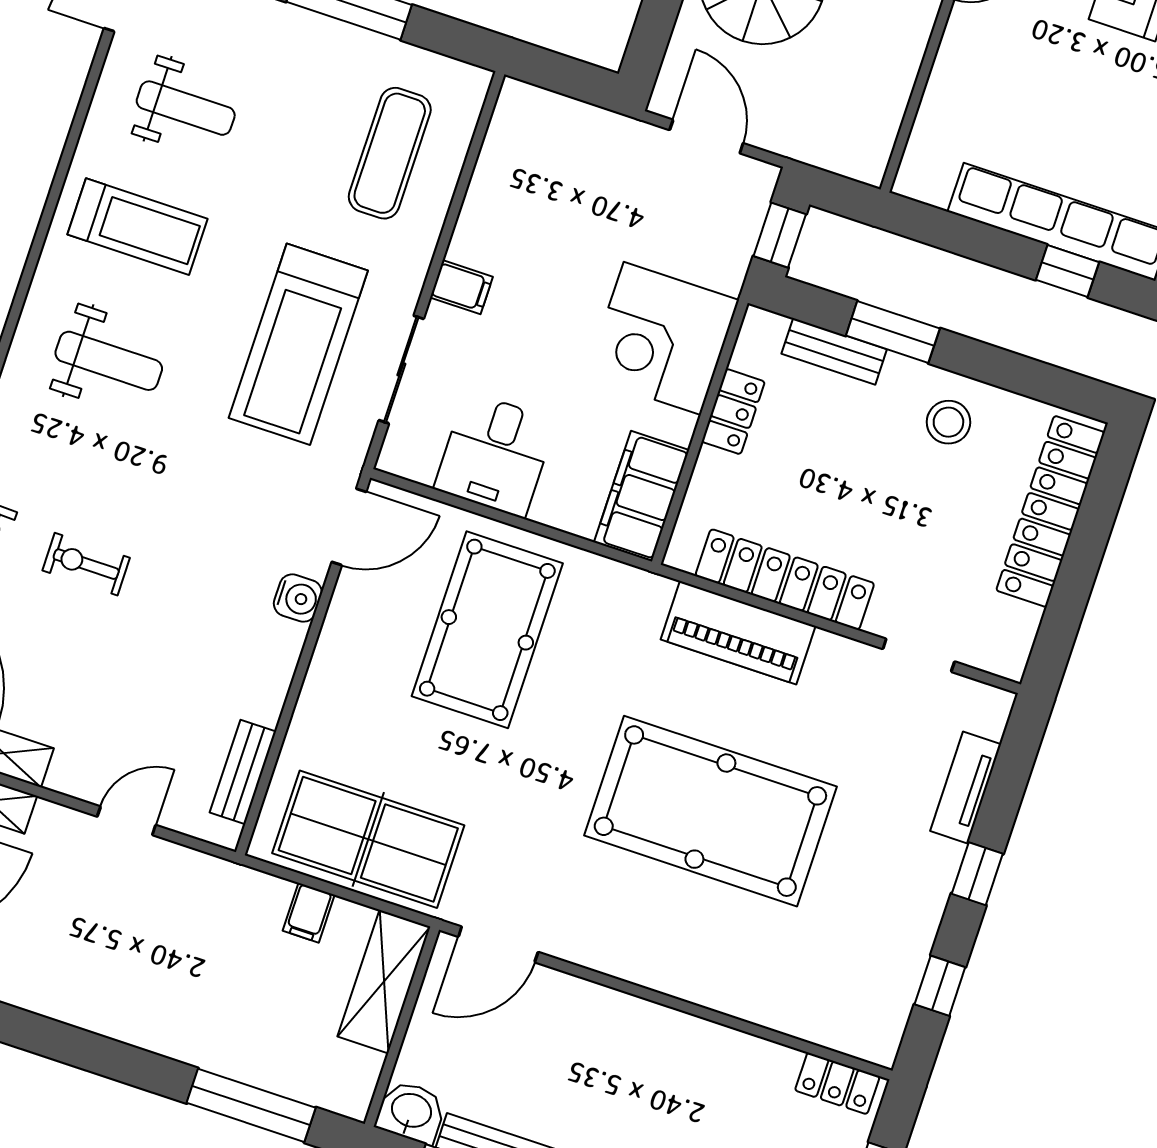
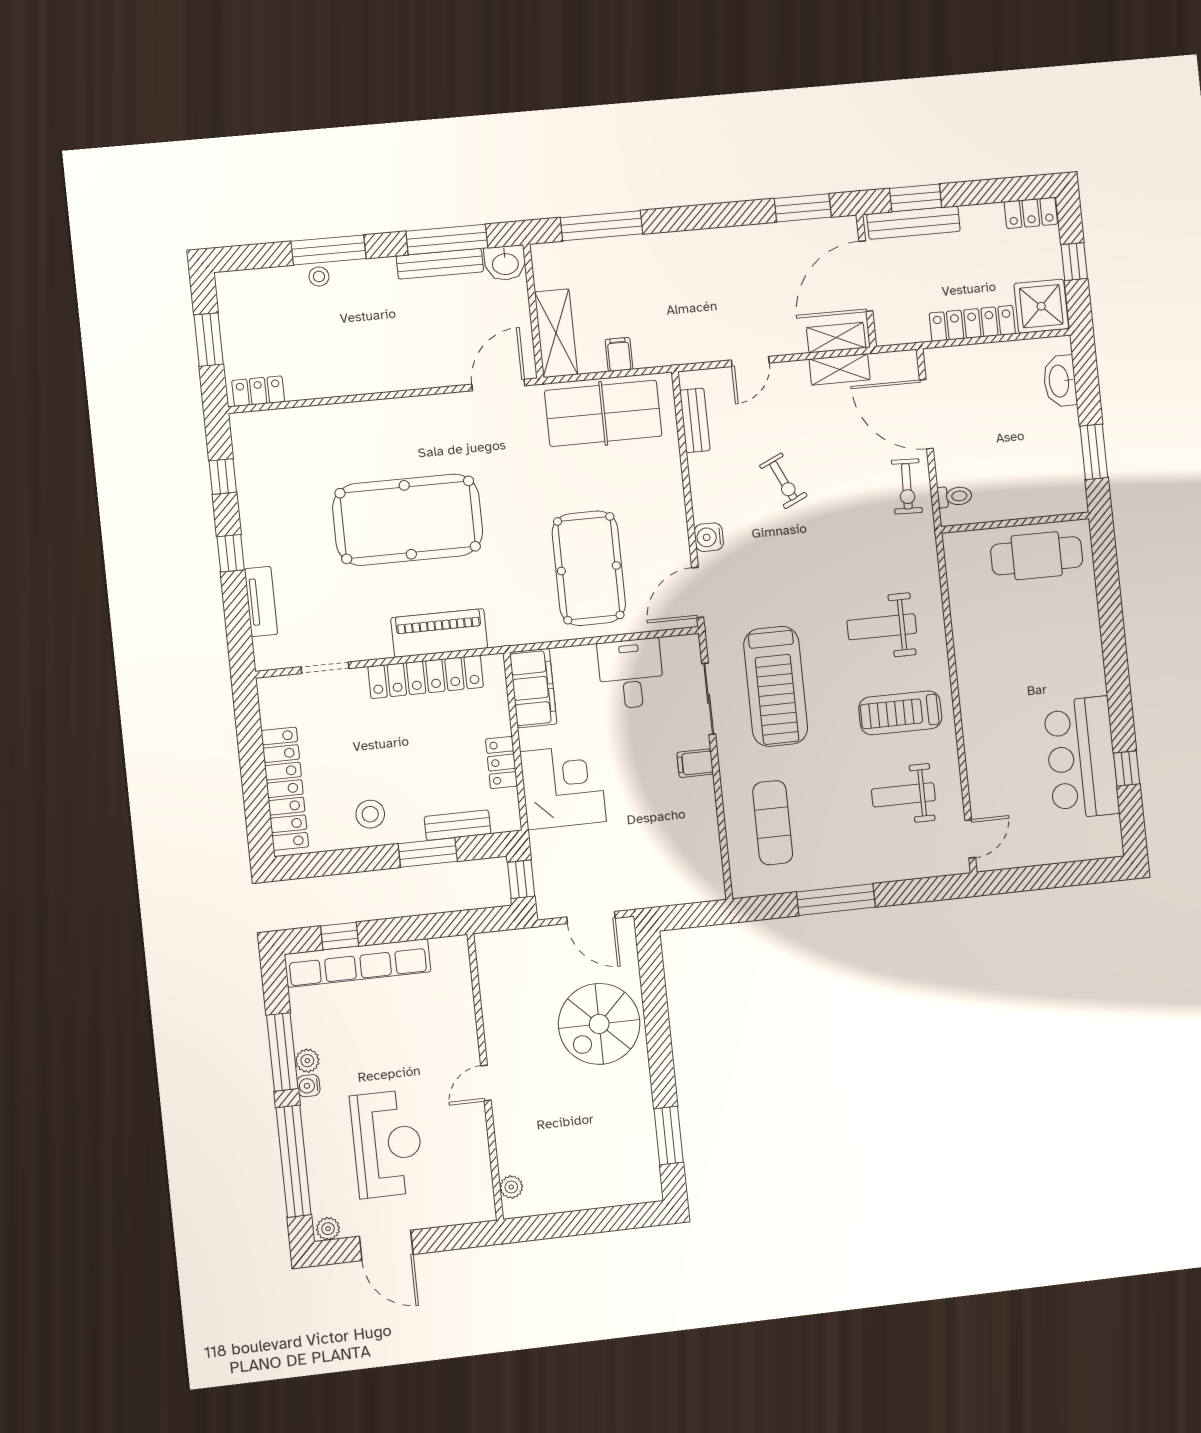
treadmill: (298, 344) -> (776, 686), turned 180
exercise bike: (86, 564) -> (783, 481), moved, turned 65

